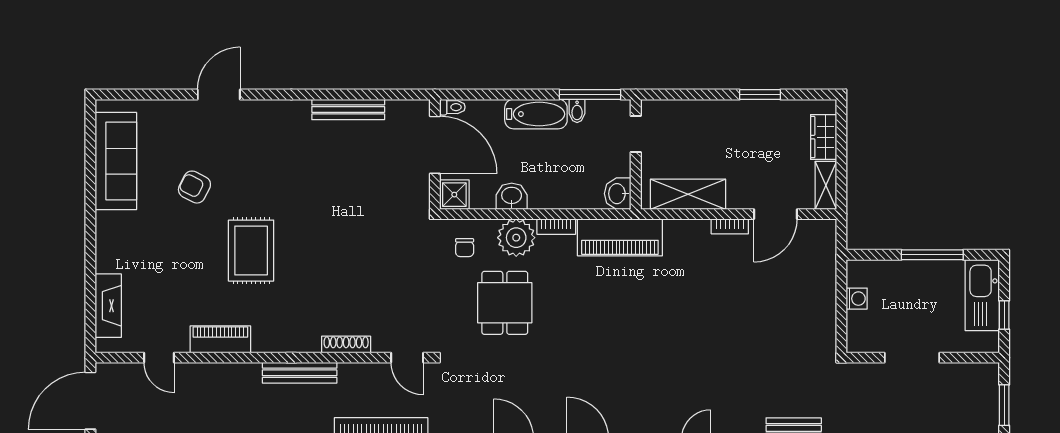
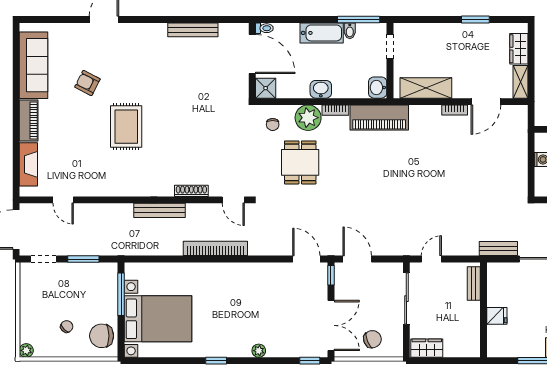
washbasin: (512, 196) -> (321, 89), moved
piano: (220, 339) -> (29, 121), moved, turned 90

